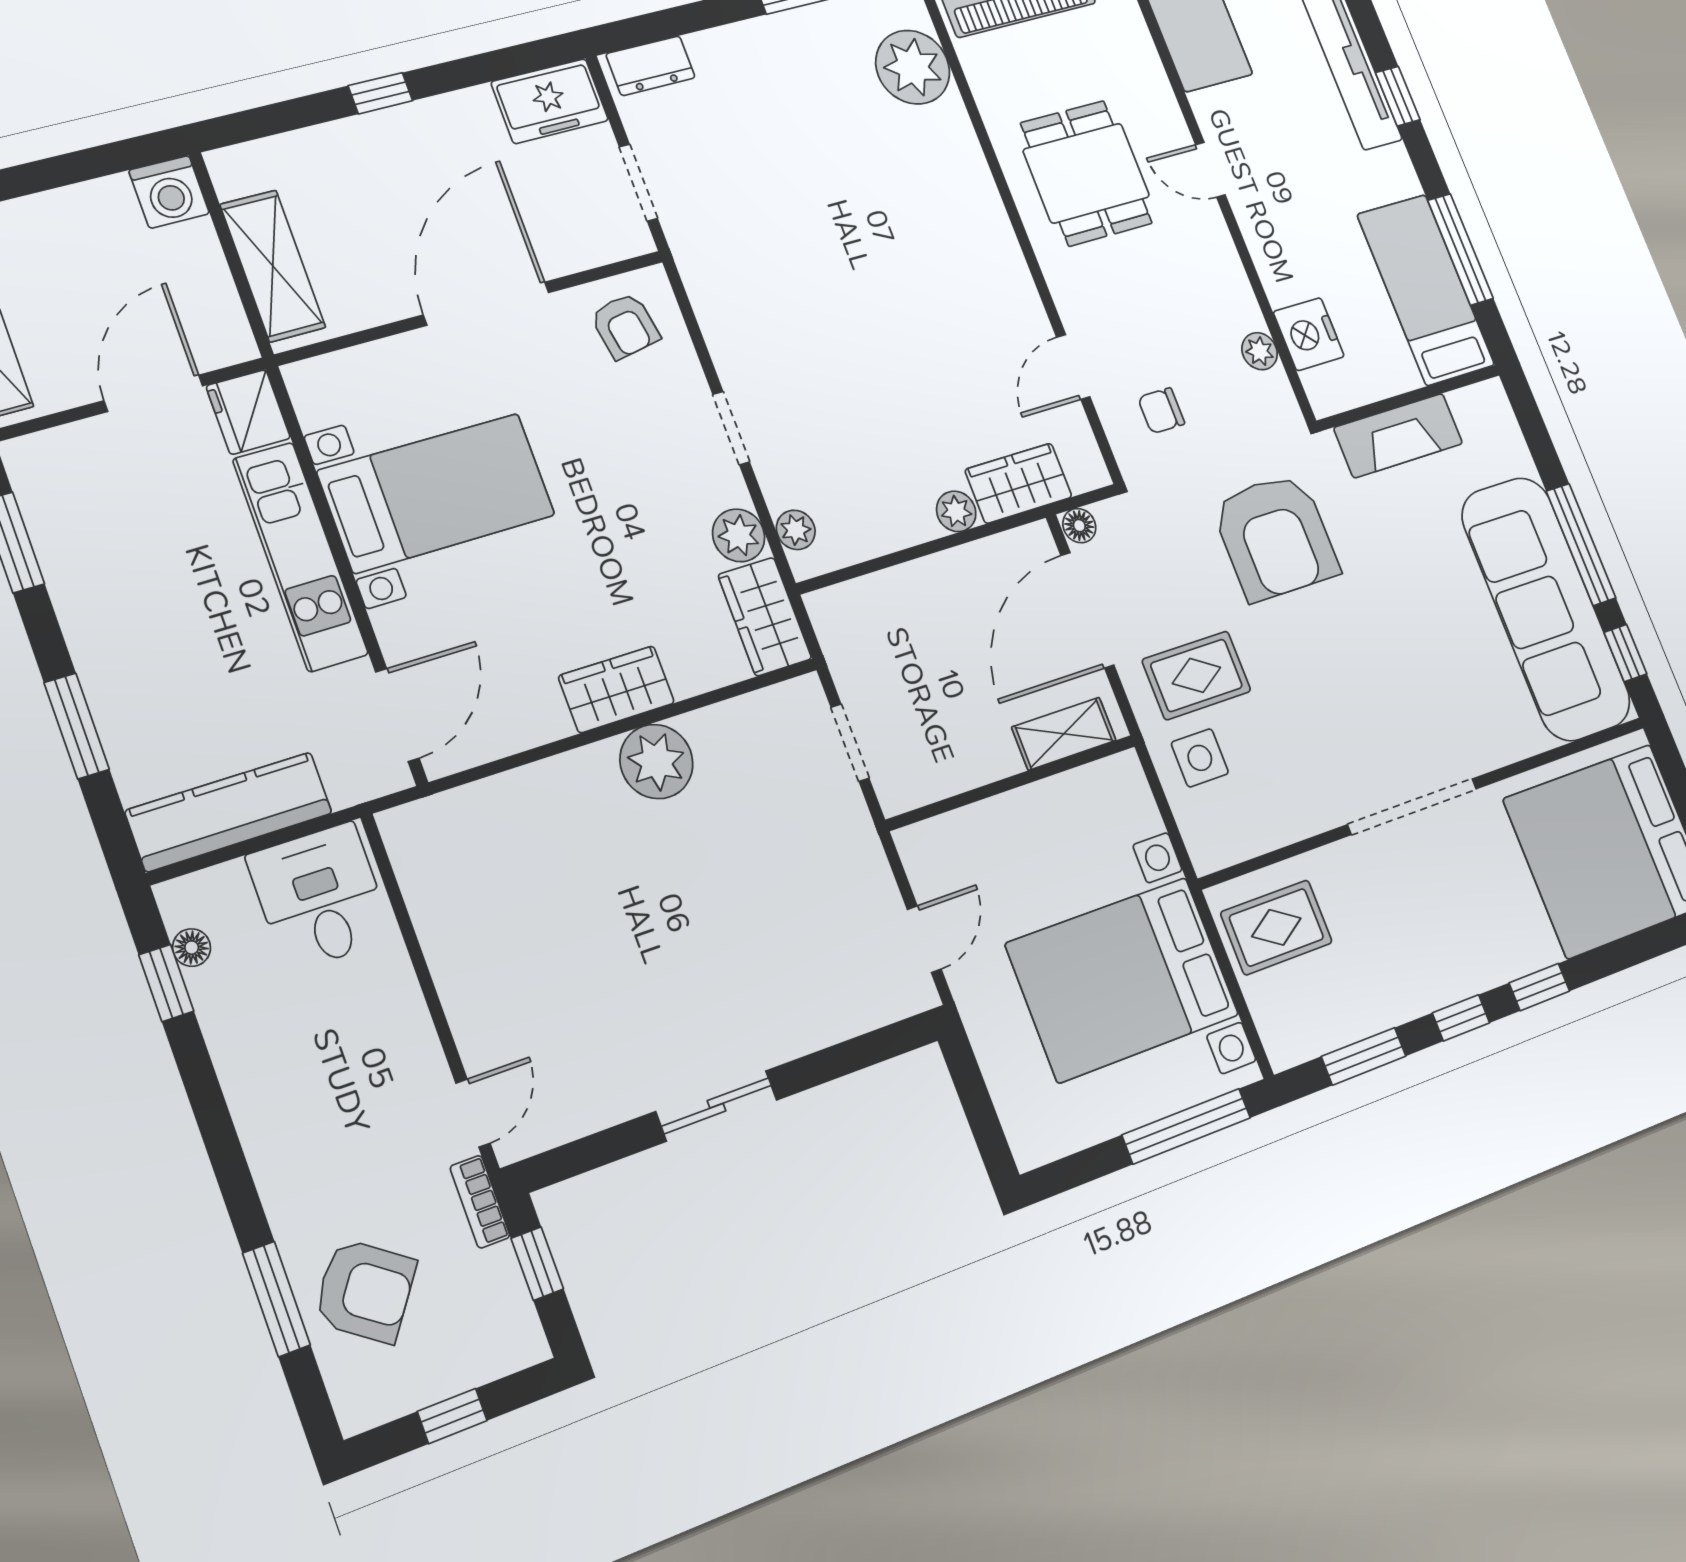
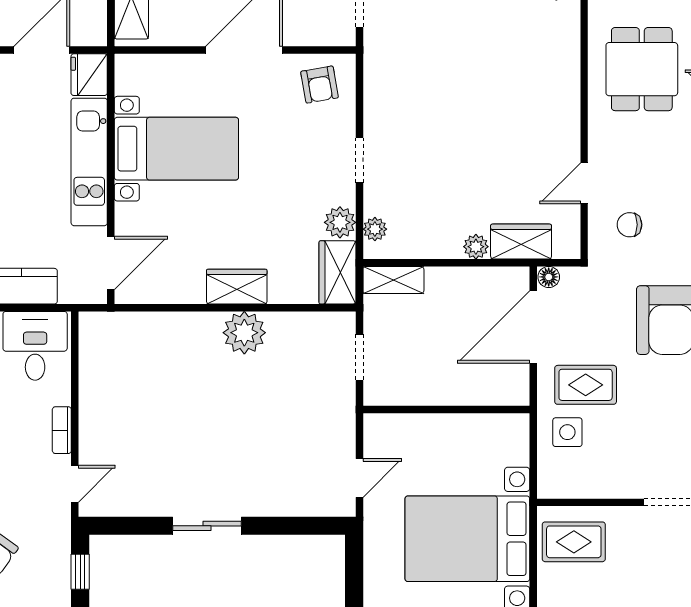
shelving: (1064, 734) -> (393, 280), moved
bookcase: (480, 1202) -> (62, 430), moved

